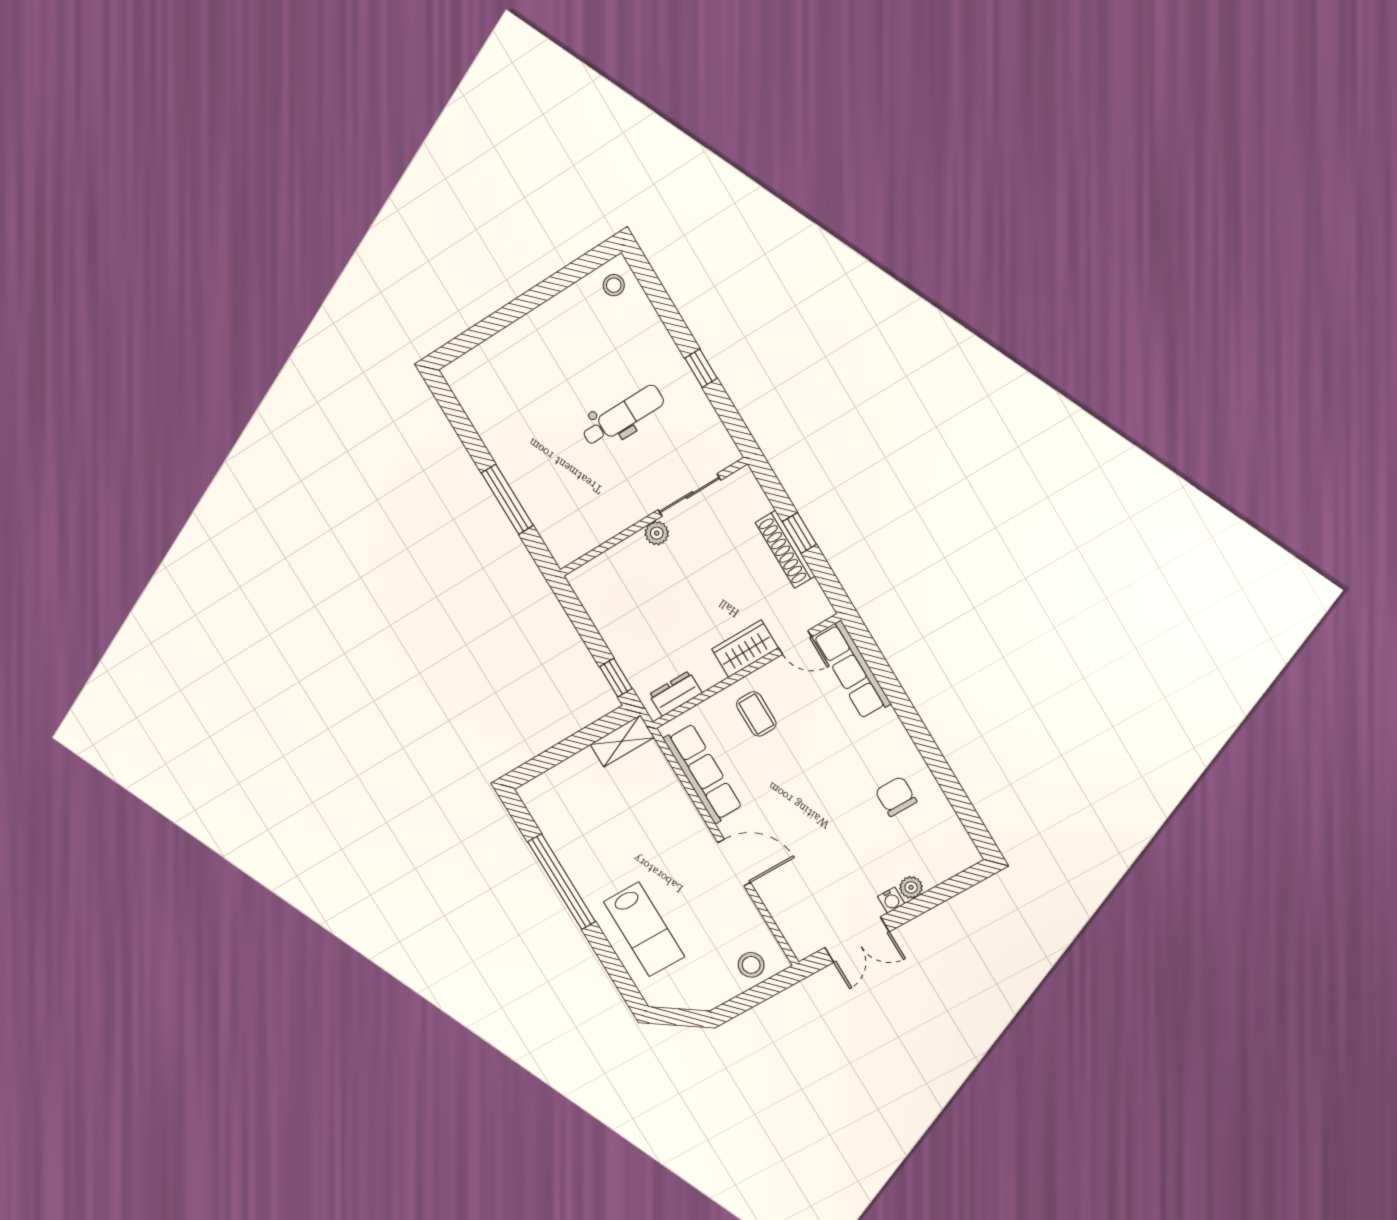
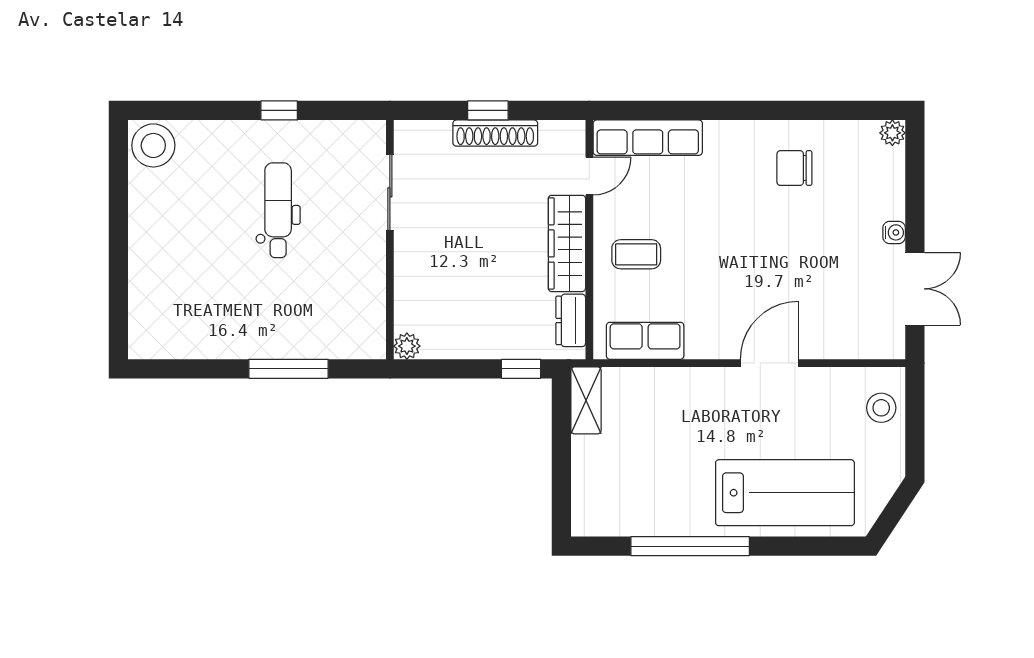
stool: (614, 285) -> (153, 145), width x1.89, depth x1.89
plant: (657, 533) -> (407, 346), moved
wardrobe: (745, 649) -> (567, 243), width x1.50
row of seats: (703, 773) -> (645, 341), width x0.68
plant: (911, 887) -> (892, 133), moved
lab bench: (644, 929) -> (785, 493), width x1.36, depth x1.39

